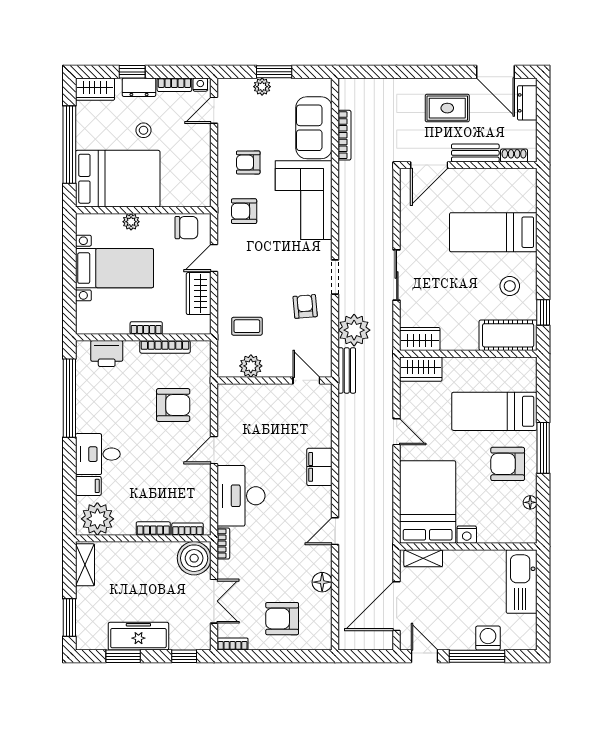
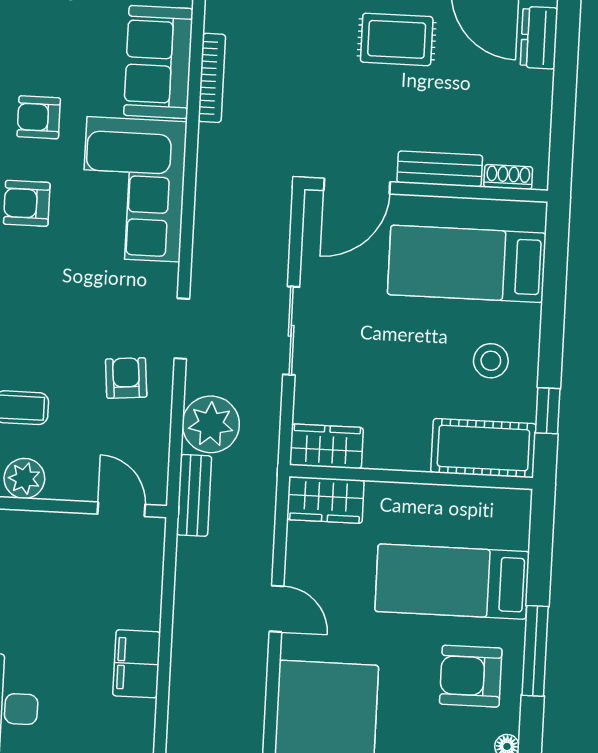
bench: (475, 153) -> (440, 169), moved
shoe rack: (514, 155) -> (508, 177), moved
door: (429, 165) -> (357, 186), moved
wall: (468, 165) -> (426, 190), moved

